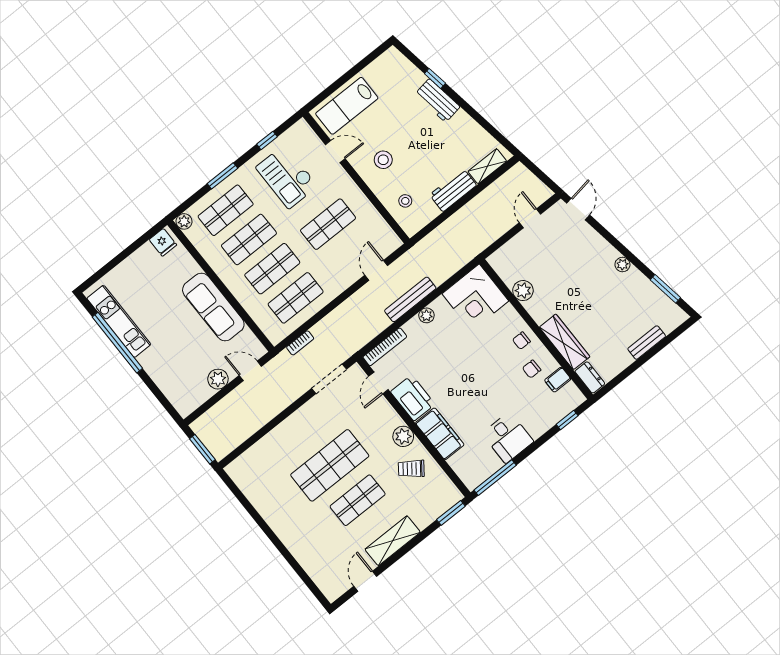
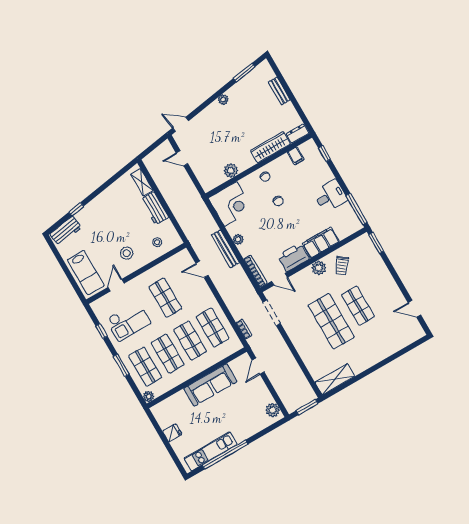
workbench: (437, 101) -> (66, 231), moved
fridge: (163, 242) -> (172, 433), moved
chair: (532, 369) -> (278, 201), moved
plant: (218, 379) -> (273, 410), moved
shelving: (393, 541) -> (335, 379), moved, turned 90

